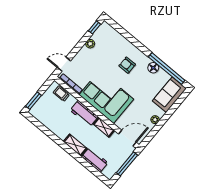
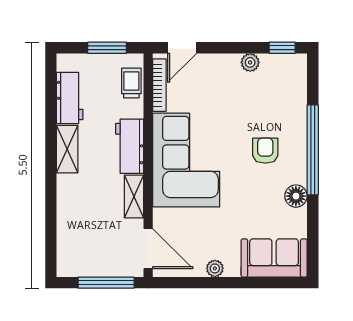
door: (64, 64) -> (182, 48), swing flipped
window: (167, 69) -> (313, 150), moved
window: (33, 101) -> (107, 48), moved
shelving: (75, 145) -> (67, 149), moved
workbench: (95, 160) -> (70, 98), moved

